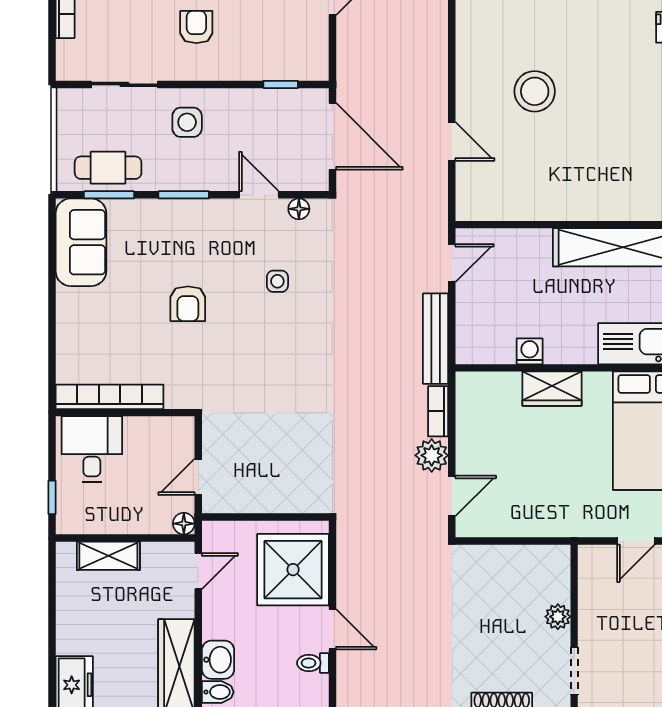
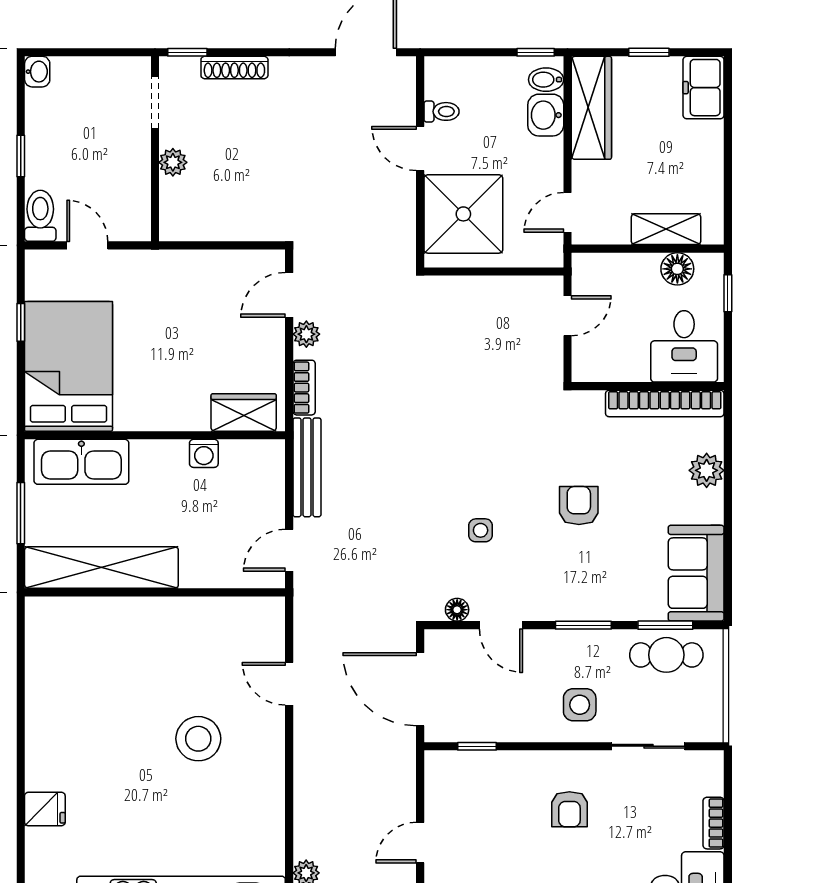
plant: (71, 336) -> (707, 470), added
wardrobe: (552, 389) -> (244, 412), moved
plant: (432, 455) -> (306, 334), width x0.73, depth x0.73
floor lamp: (184, 524) -> (677, 269), moved, width x1.37, depth x1.37
door: (636, 541) -> (87, 245), hinge flipped

